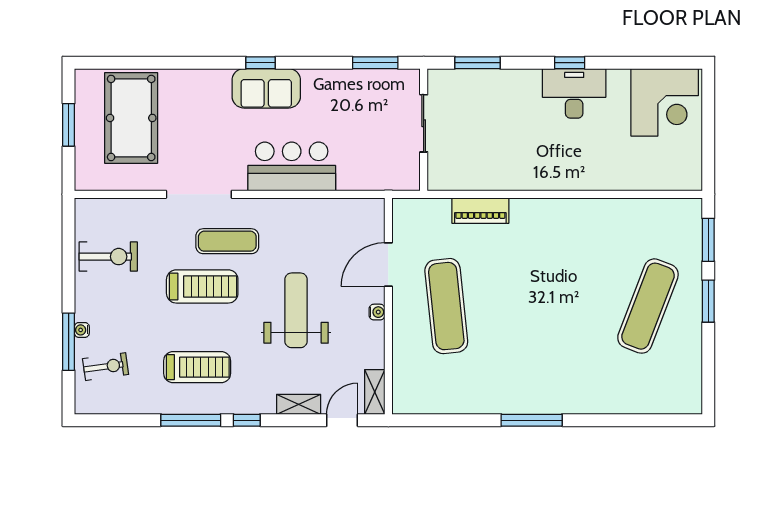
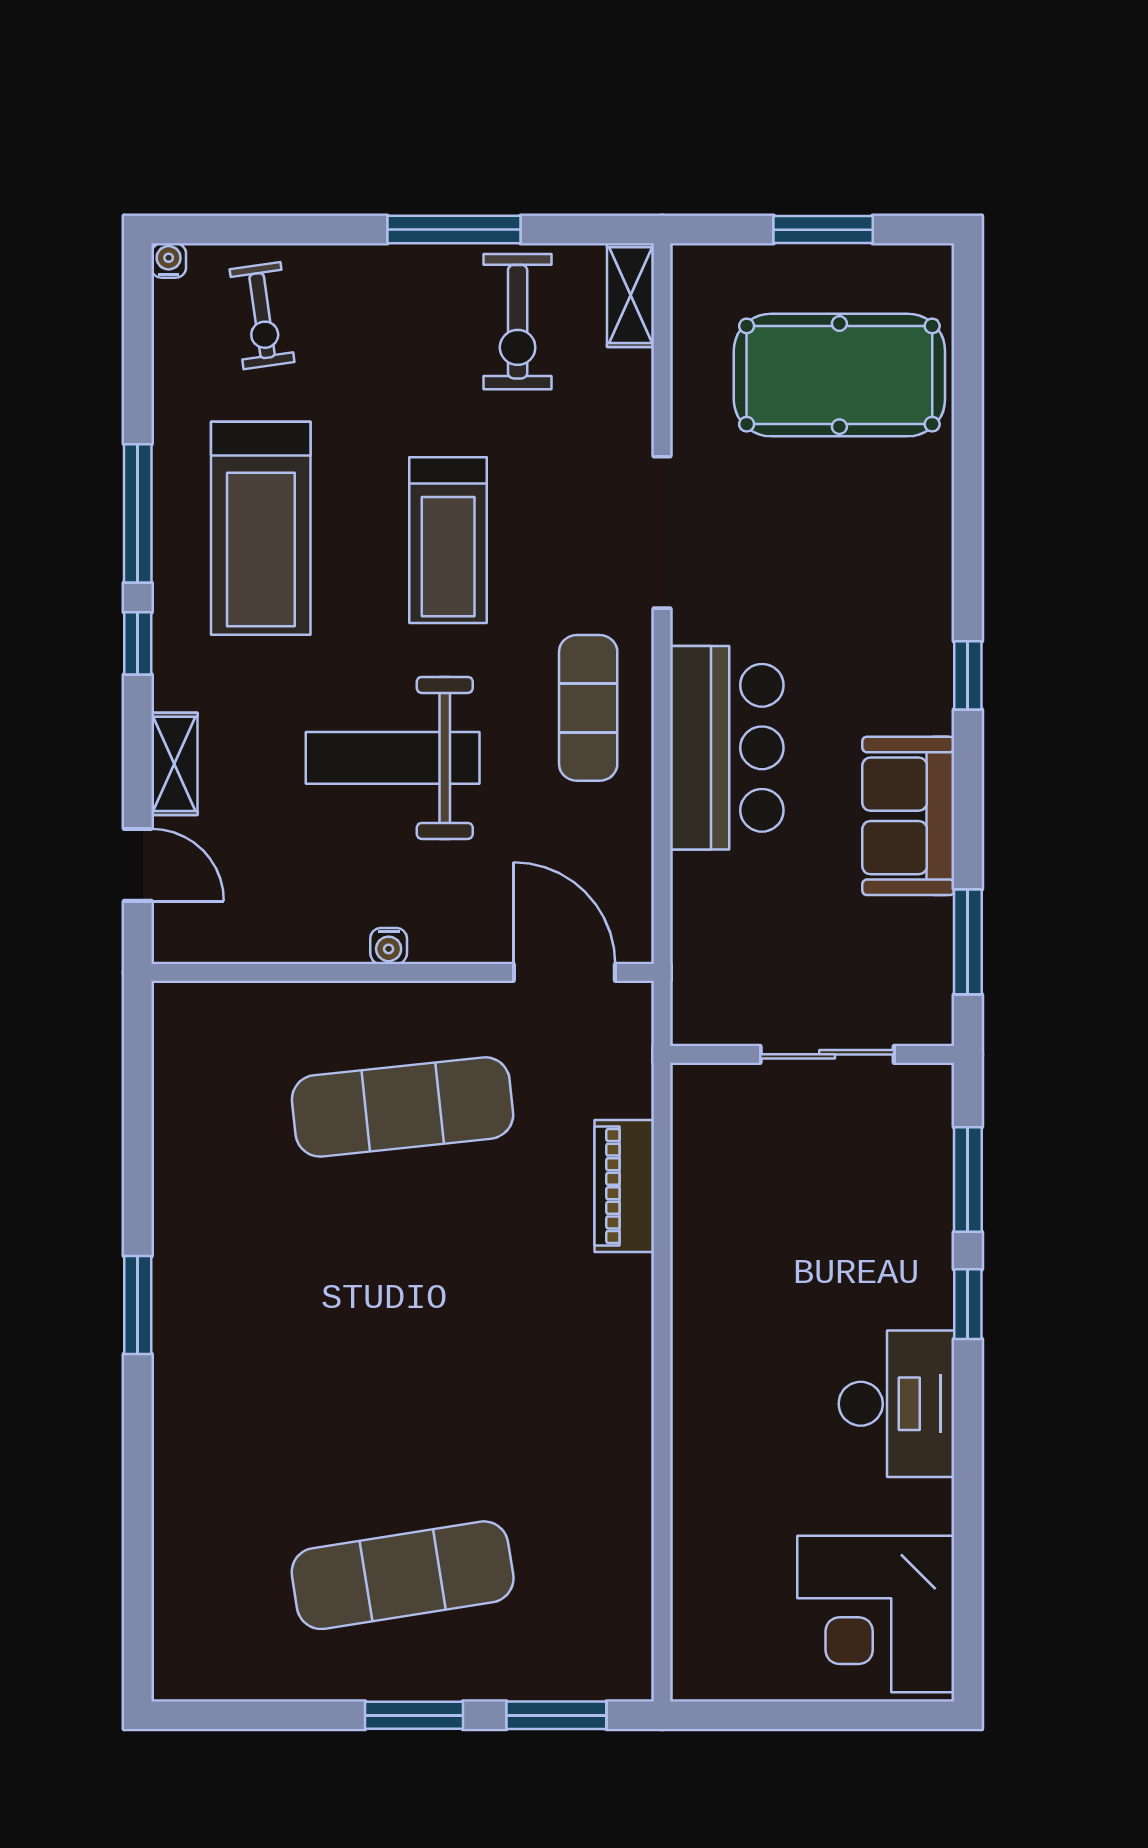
window: (570, 63) -> (968, 1304), moved
sofa: (266, 88) -> (908, 816), moved
exercise mat: (227, 241) -> (588, 708), moved
door: (388, 265) -> (564, 972), moved
exercise mat: (648, 306) -> (403, 1575), turned -30
weight bench: (296, 310) -> (393, 758), turned 180
water cooler: (82, 330) -> (169, 261), moved
window: (69, 342) -> (454, 230), moved
treadmill: (197, 367) -> (261, 528), width x1.37, depth x1.38
shelving: (375, 392) -> (630, 295), moved, turned 90
window: (532, 420) -> (138, 1305), width x0.69

